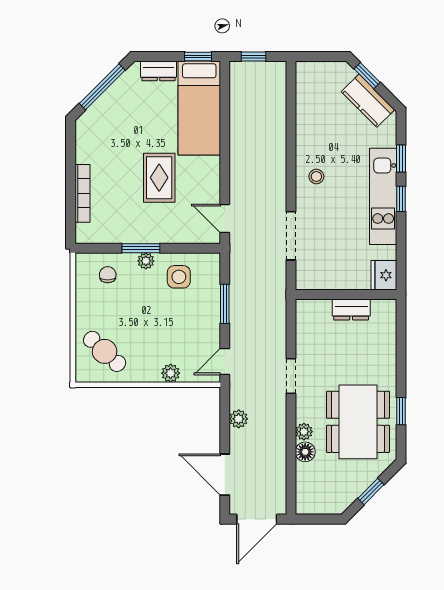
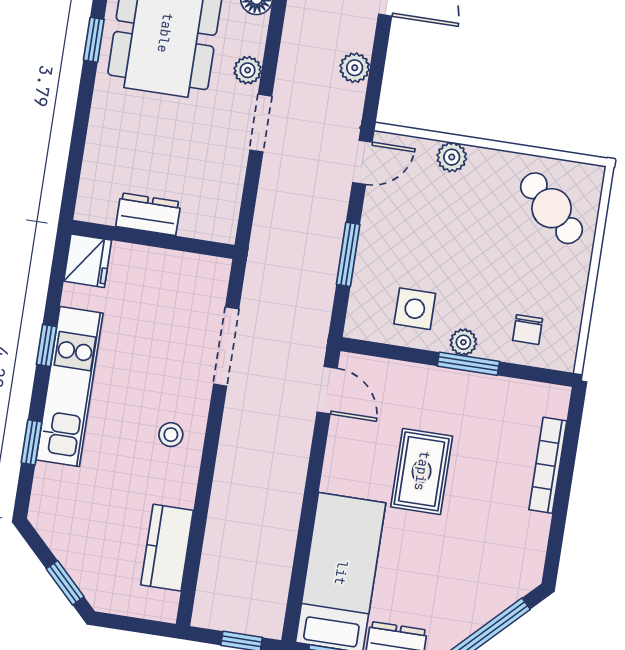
kitchen counter: (368, 101) -> (167, 548), moved, turned -135
window: (401, 199) -> (46, 345), moved
plant: (304, 432) -> (248, 70), moved

